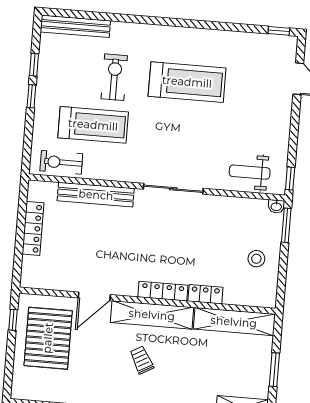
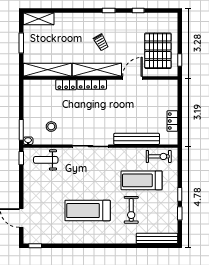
weight bench: (250, 172) -> (46, 160), turned 180
locker: (33, 228) -> (172, 121), width x0.66
stool: (256, 259) -> (51, 127), moved

